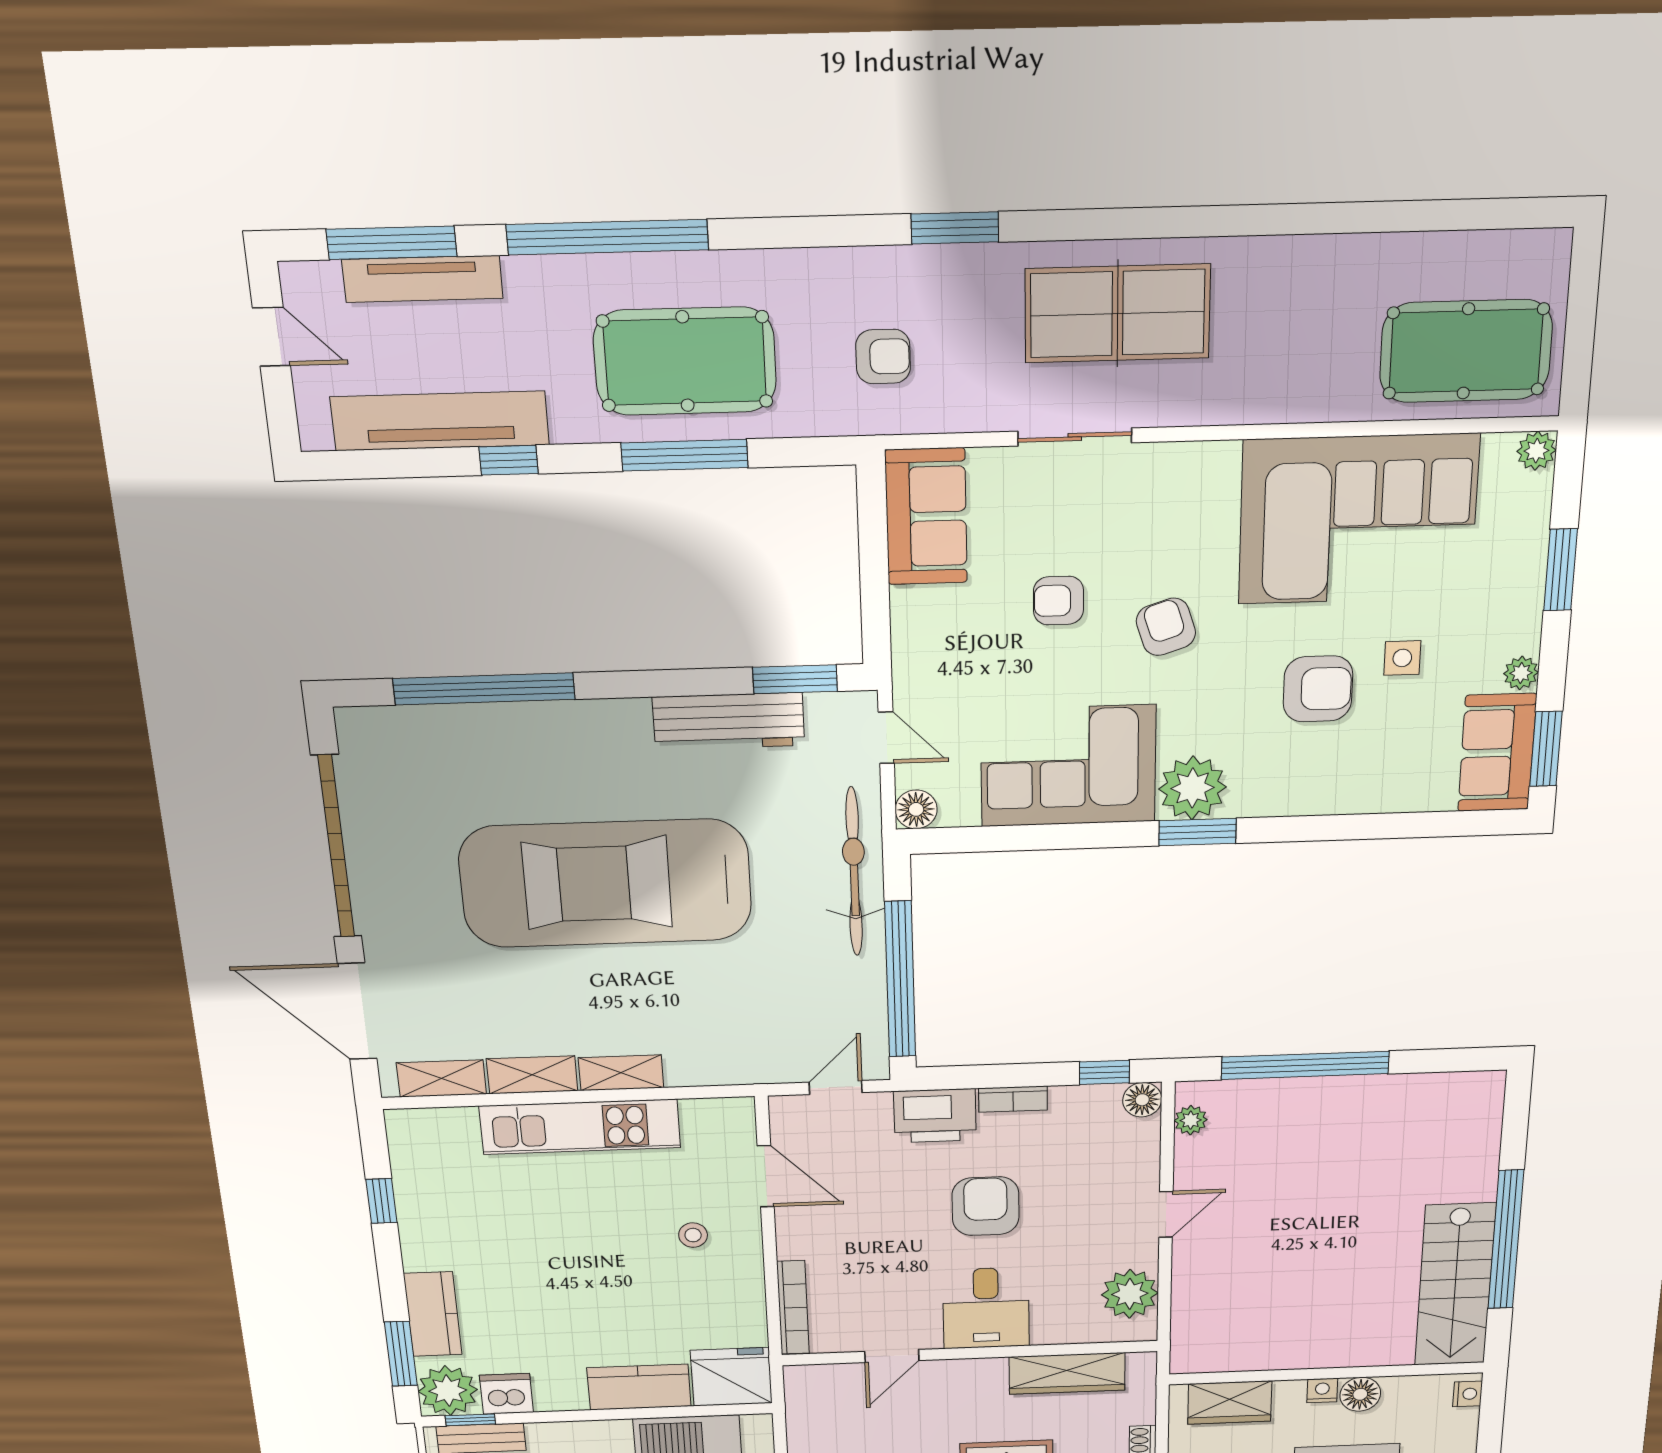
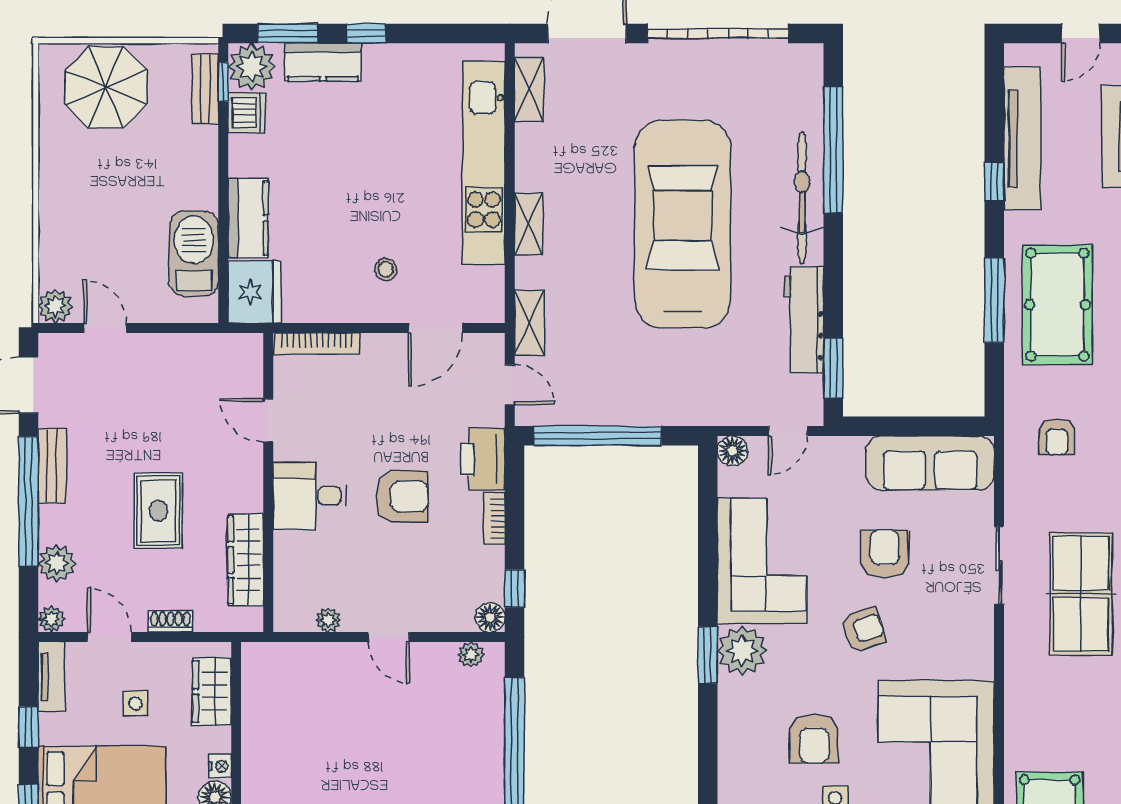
sofa: (926, 517) -> (930, 463), width x1.36
armchair: (1058, 601) -> (885, 554), width x1.38, depth x1.38
bicycle: (854, 872) -> (802, 198), moved, turned -90
shelving: (532, 1075) -> (529, 323), moved
kitchen unit: (580, 1127) -> (484, 163), width x1.36
window: (381, 1201) -> (366, 33), moved
plant: (1130, 1294) -> (328, 620), width x0.53, depth x0.53

